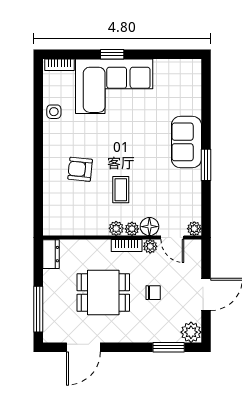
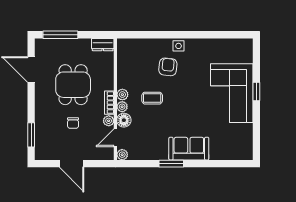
bookcase: (60, 65) -> (248, 51), removed
side table: (54, 112) -> (179, 46), moved
plant: (191, 332) -> (43, 152), removed

